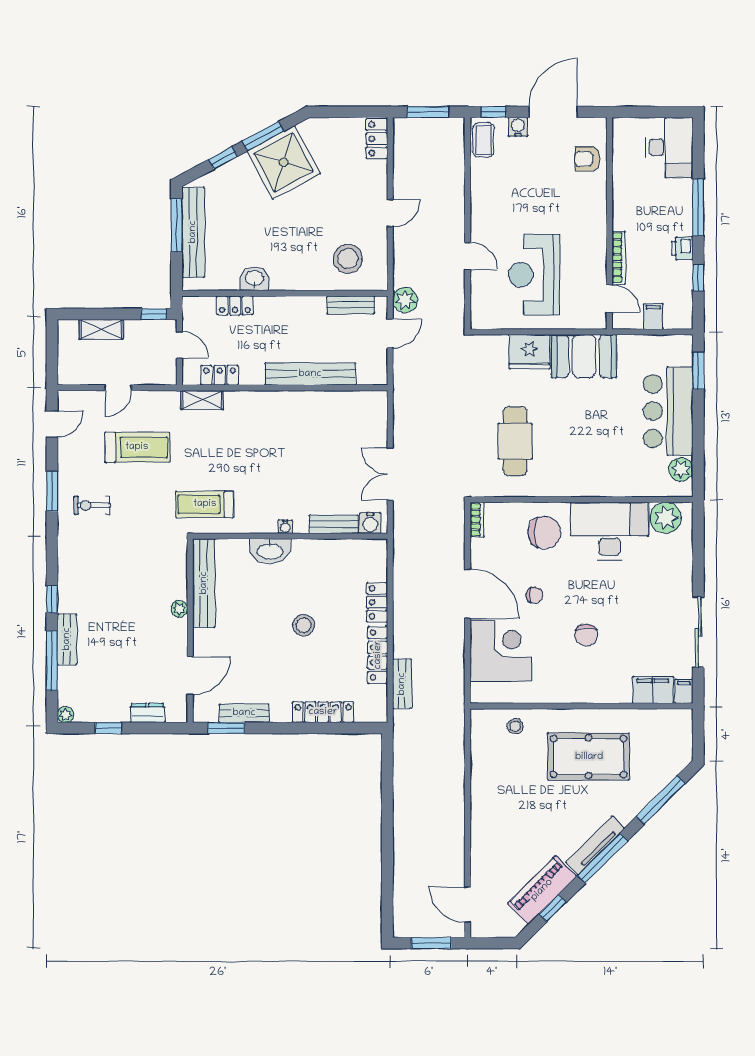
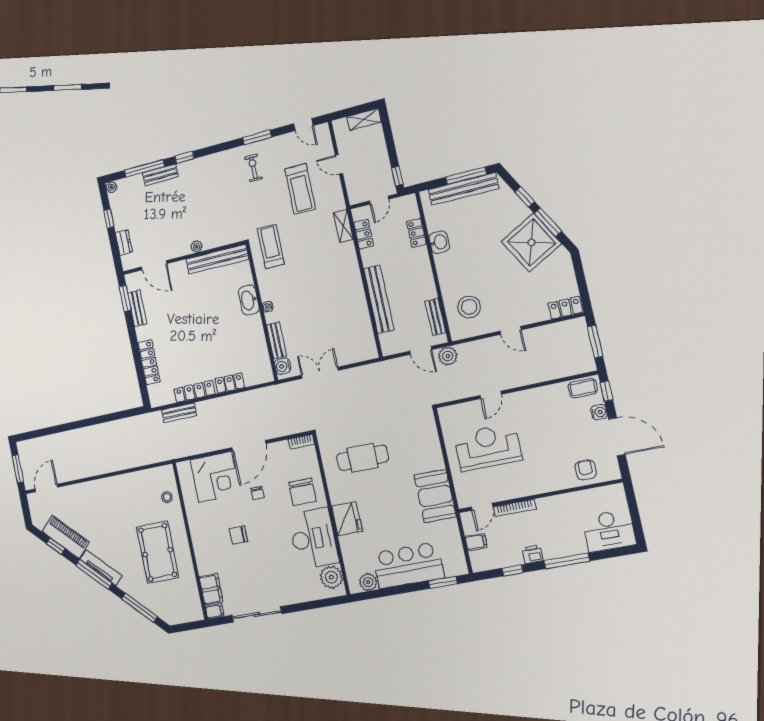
shelving: (101, 329) -> (364, 119), moved, turned 90
fridge: (529, 352) -> (347, 519), moved, turned 180
stool: (304, 625) -> (204, 335), removed

